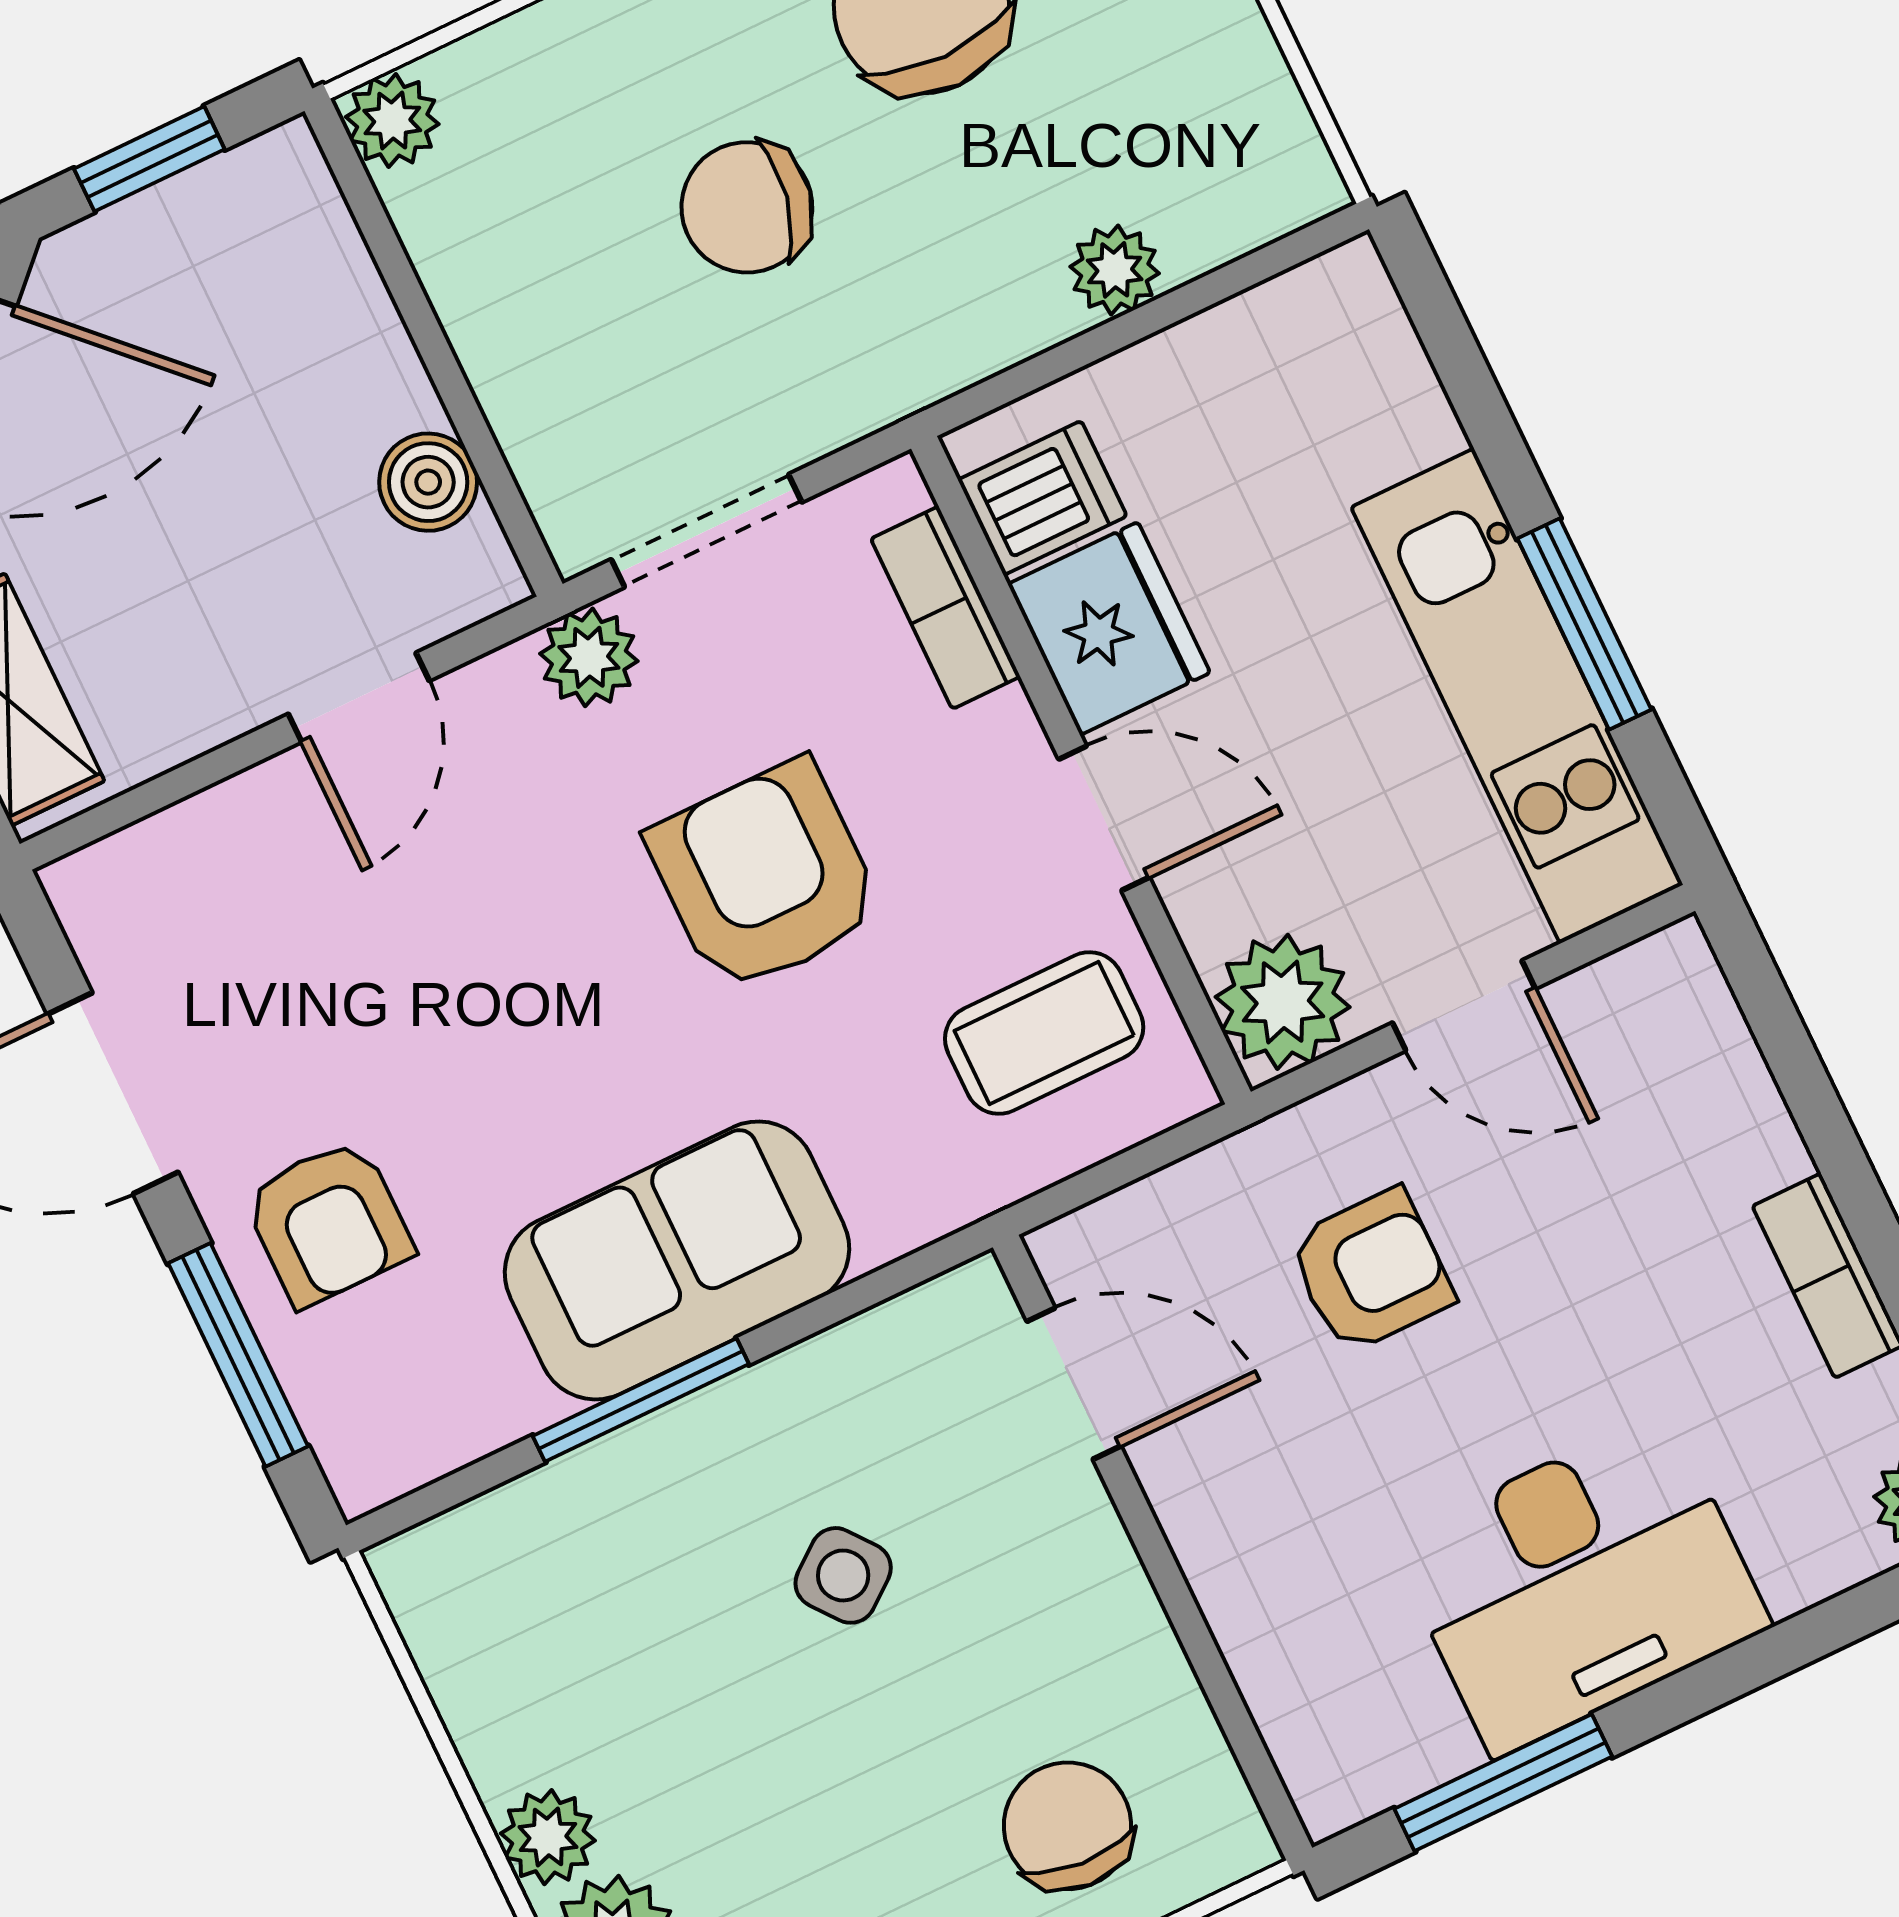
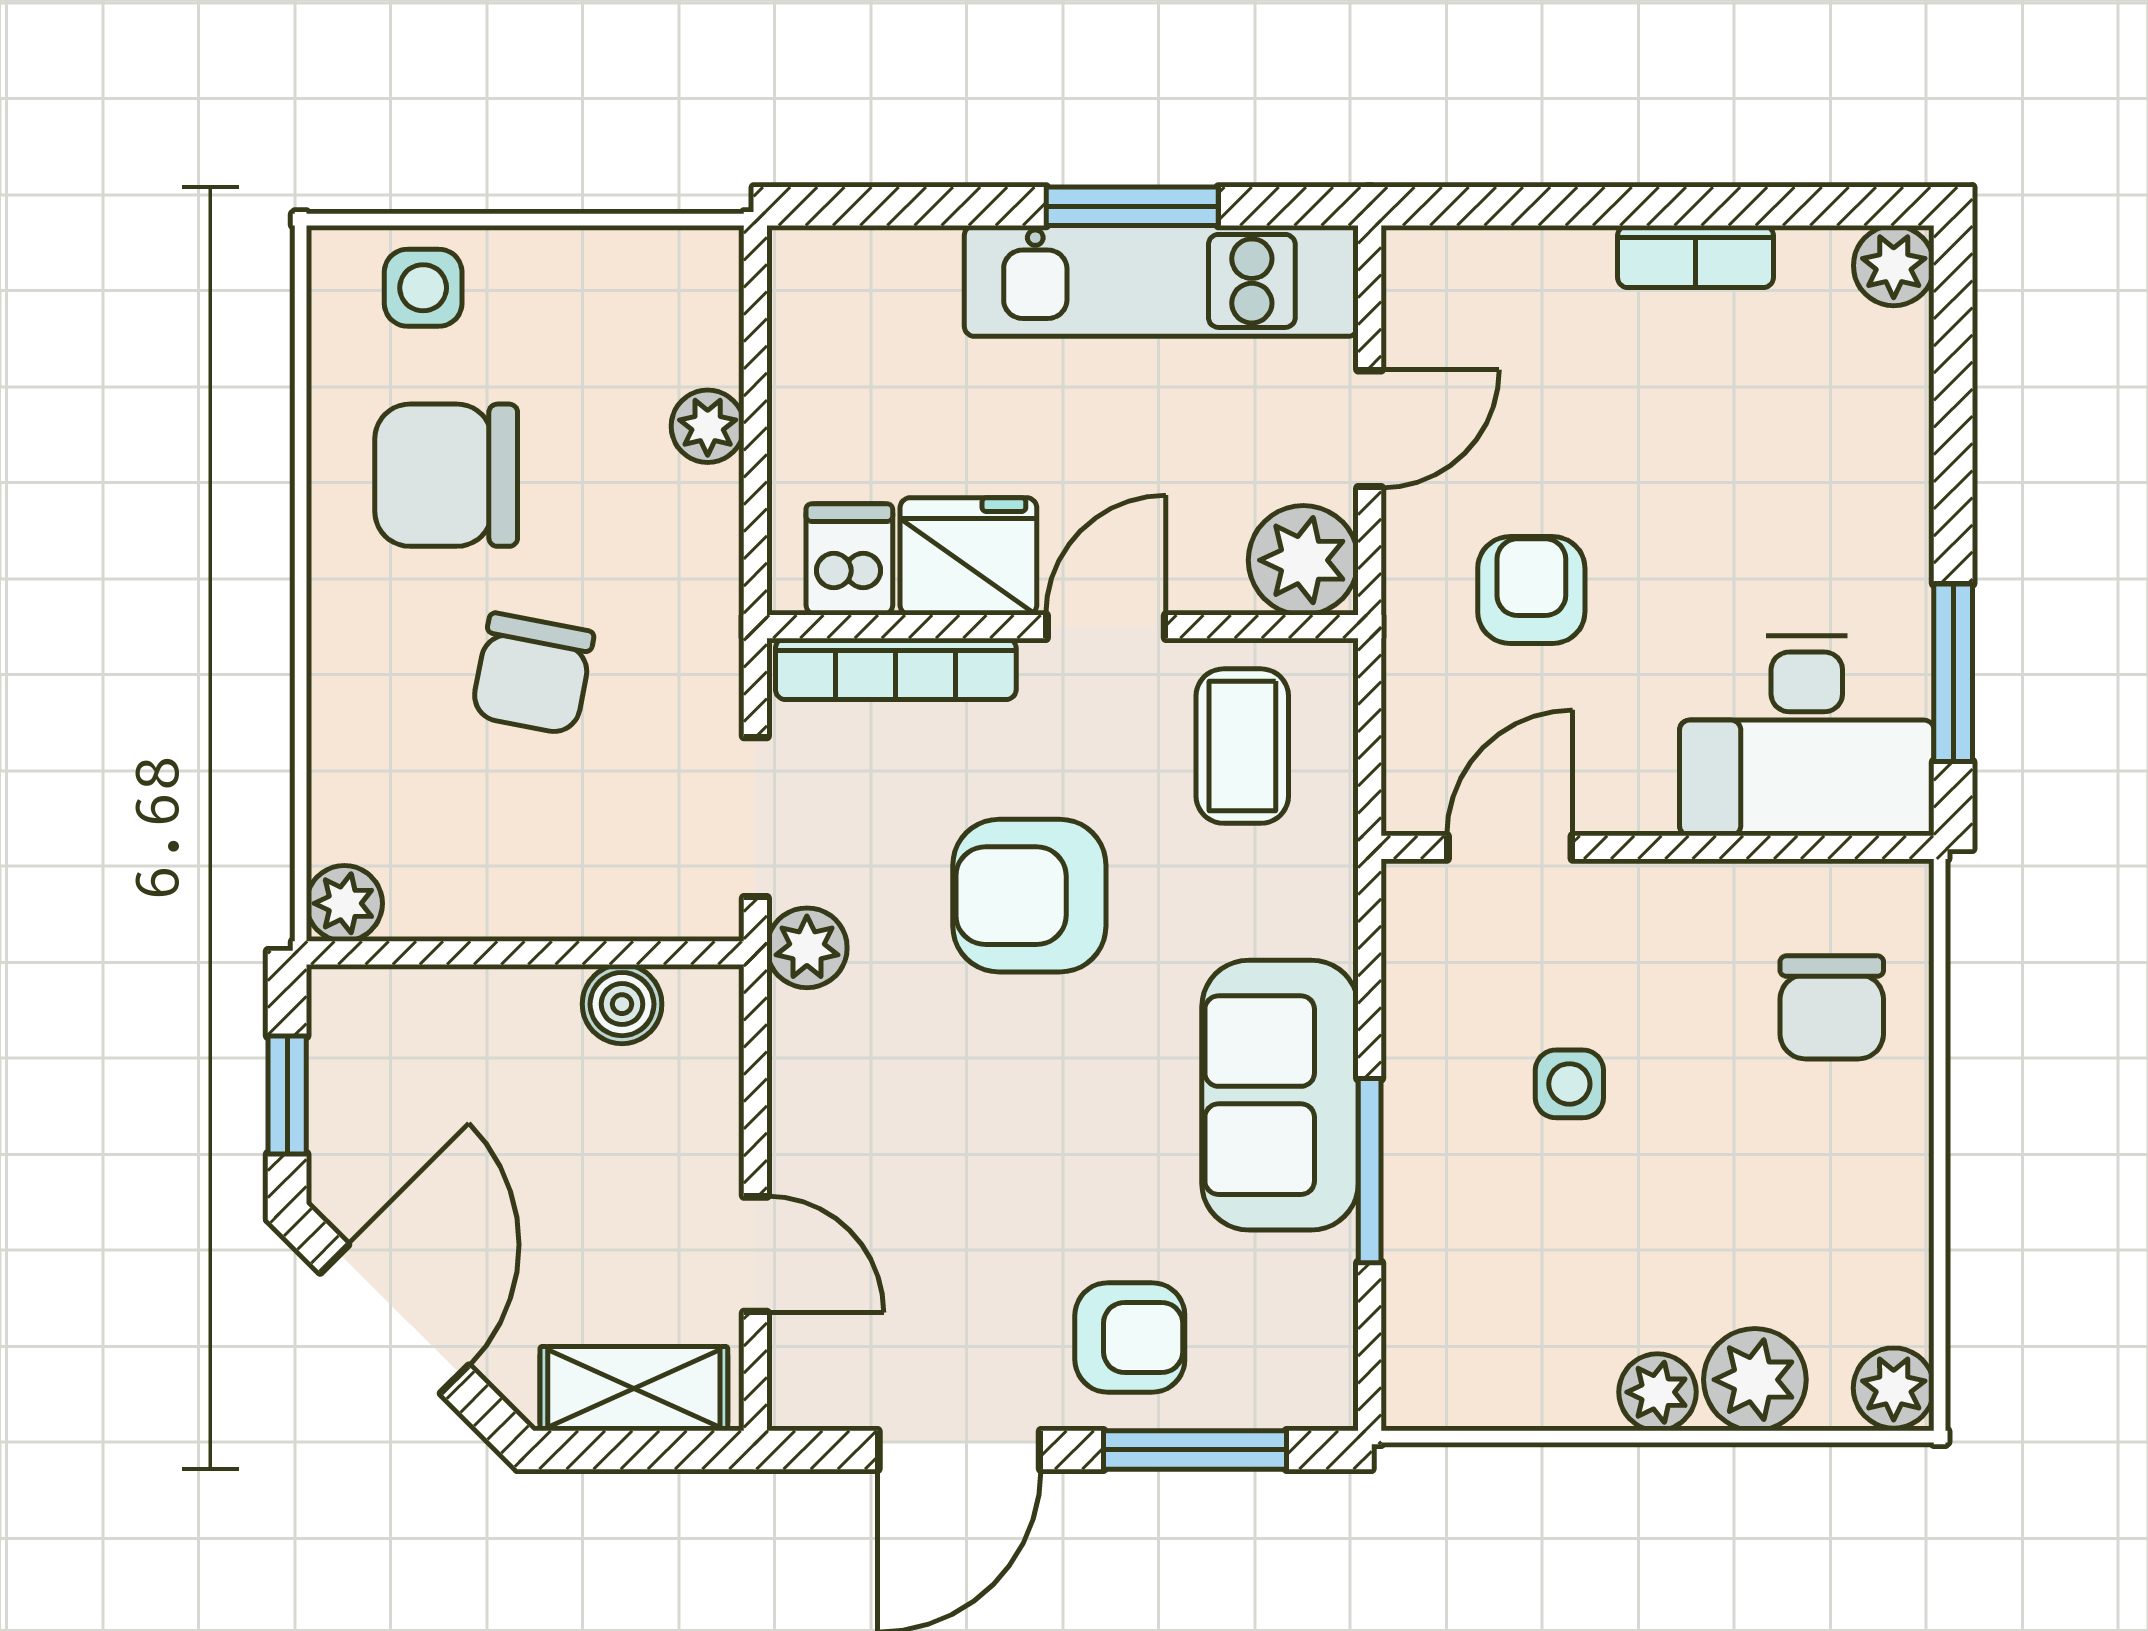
bookcase: (946, 608) -> (896, 669), width x1.56
door: (359, 697) -> (755, 1254), moved
side table: (843, 1575) -> (1569, 1084), turned 38
desk: (1580, 1583) -> (1807, 736), moved, turned 90
chair: (1068, 1826) -> (1832, 1007), turned -94

